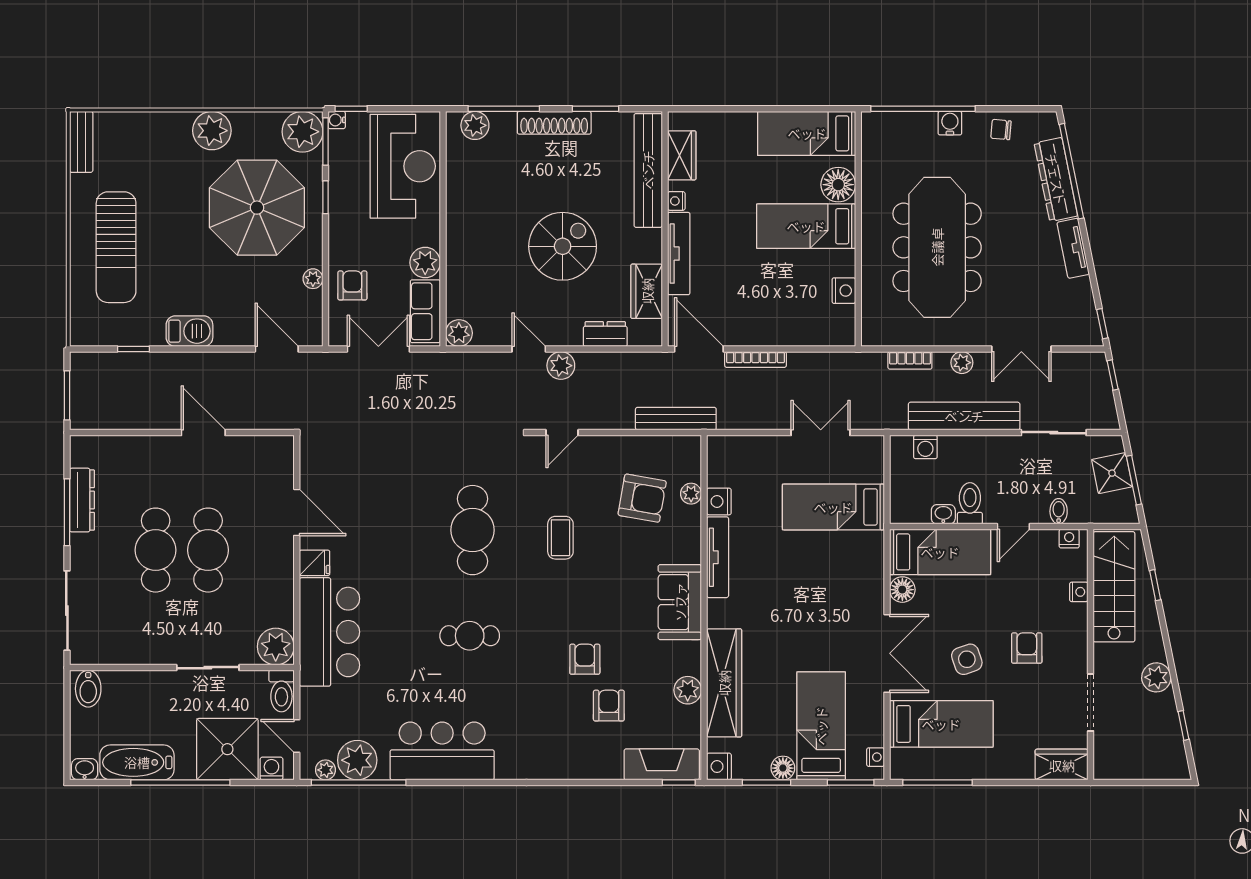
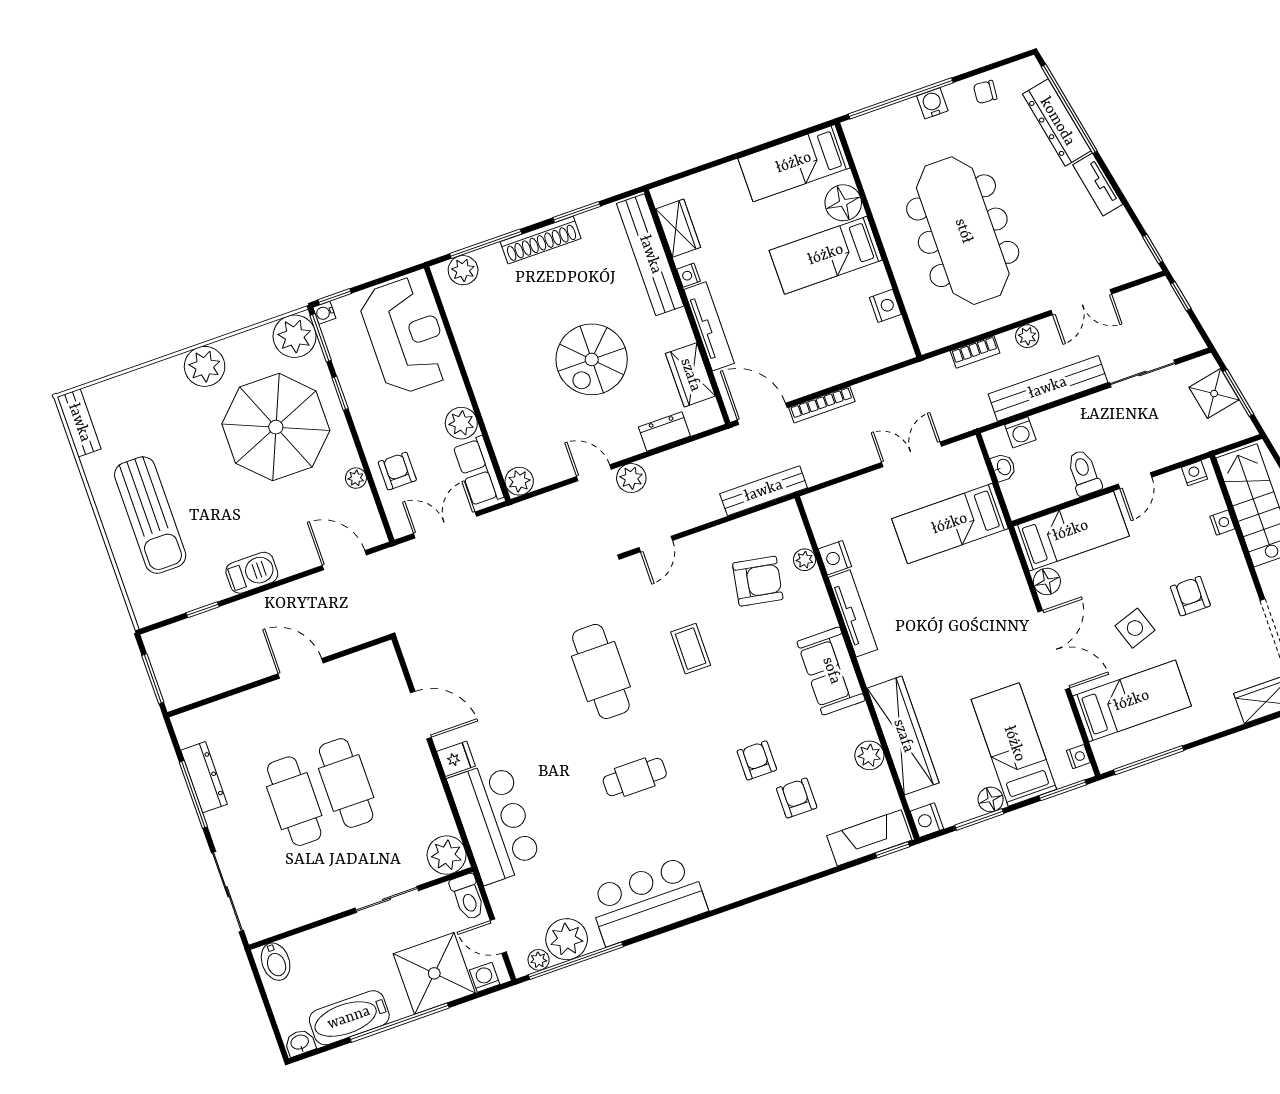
spiral stairs: (563, 246) -> (592, 359), turned 180
bidet: (1059, 511) -> (1174, 450), removed
washbasin: (943, 514) -> (1003, 467), moved, turned 90

